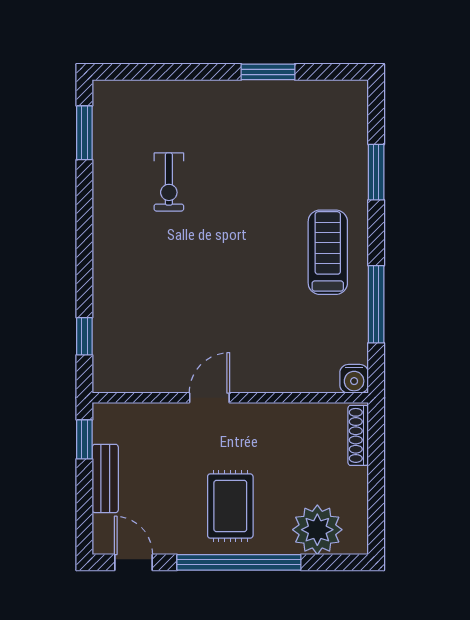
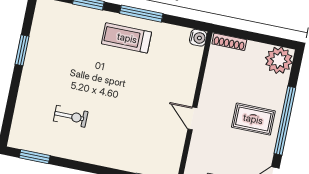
window: (376, 304) -> (141, 14), moved
plant: (317, 530) -> (279, 60), moved

